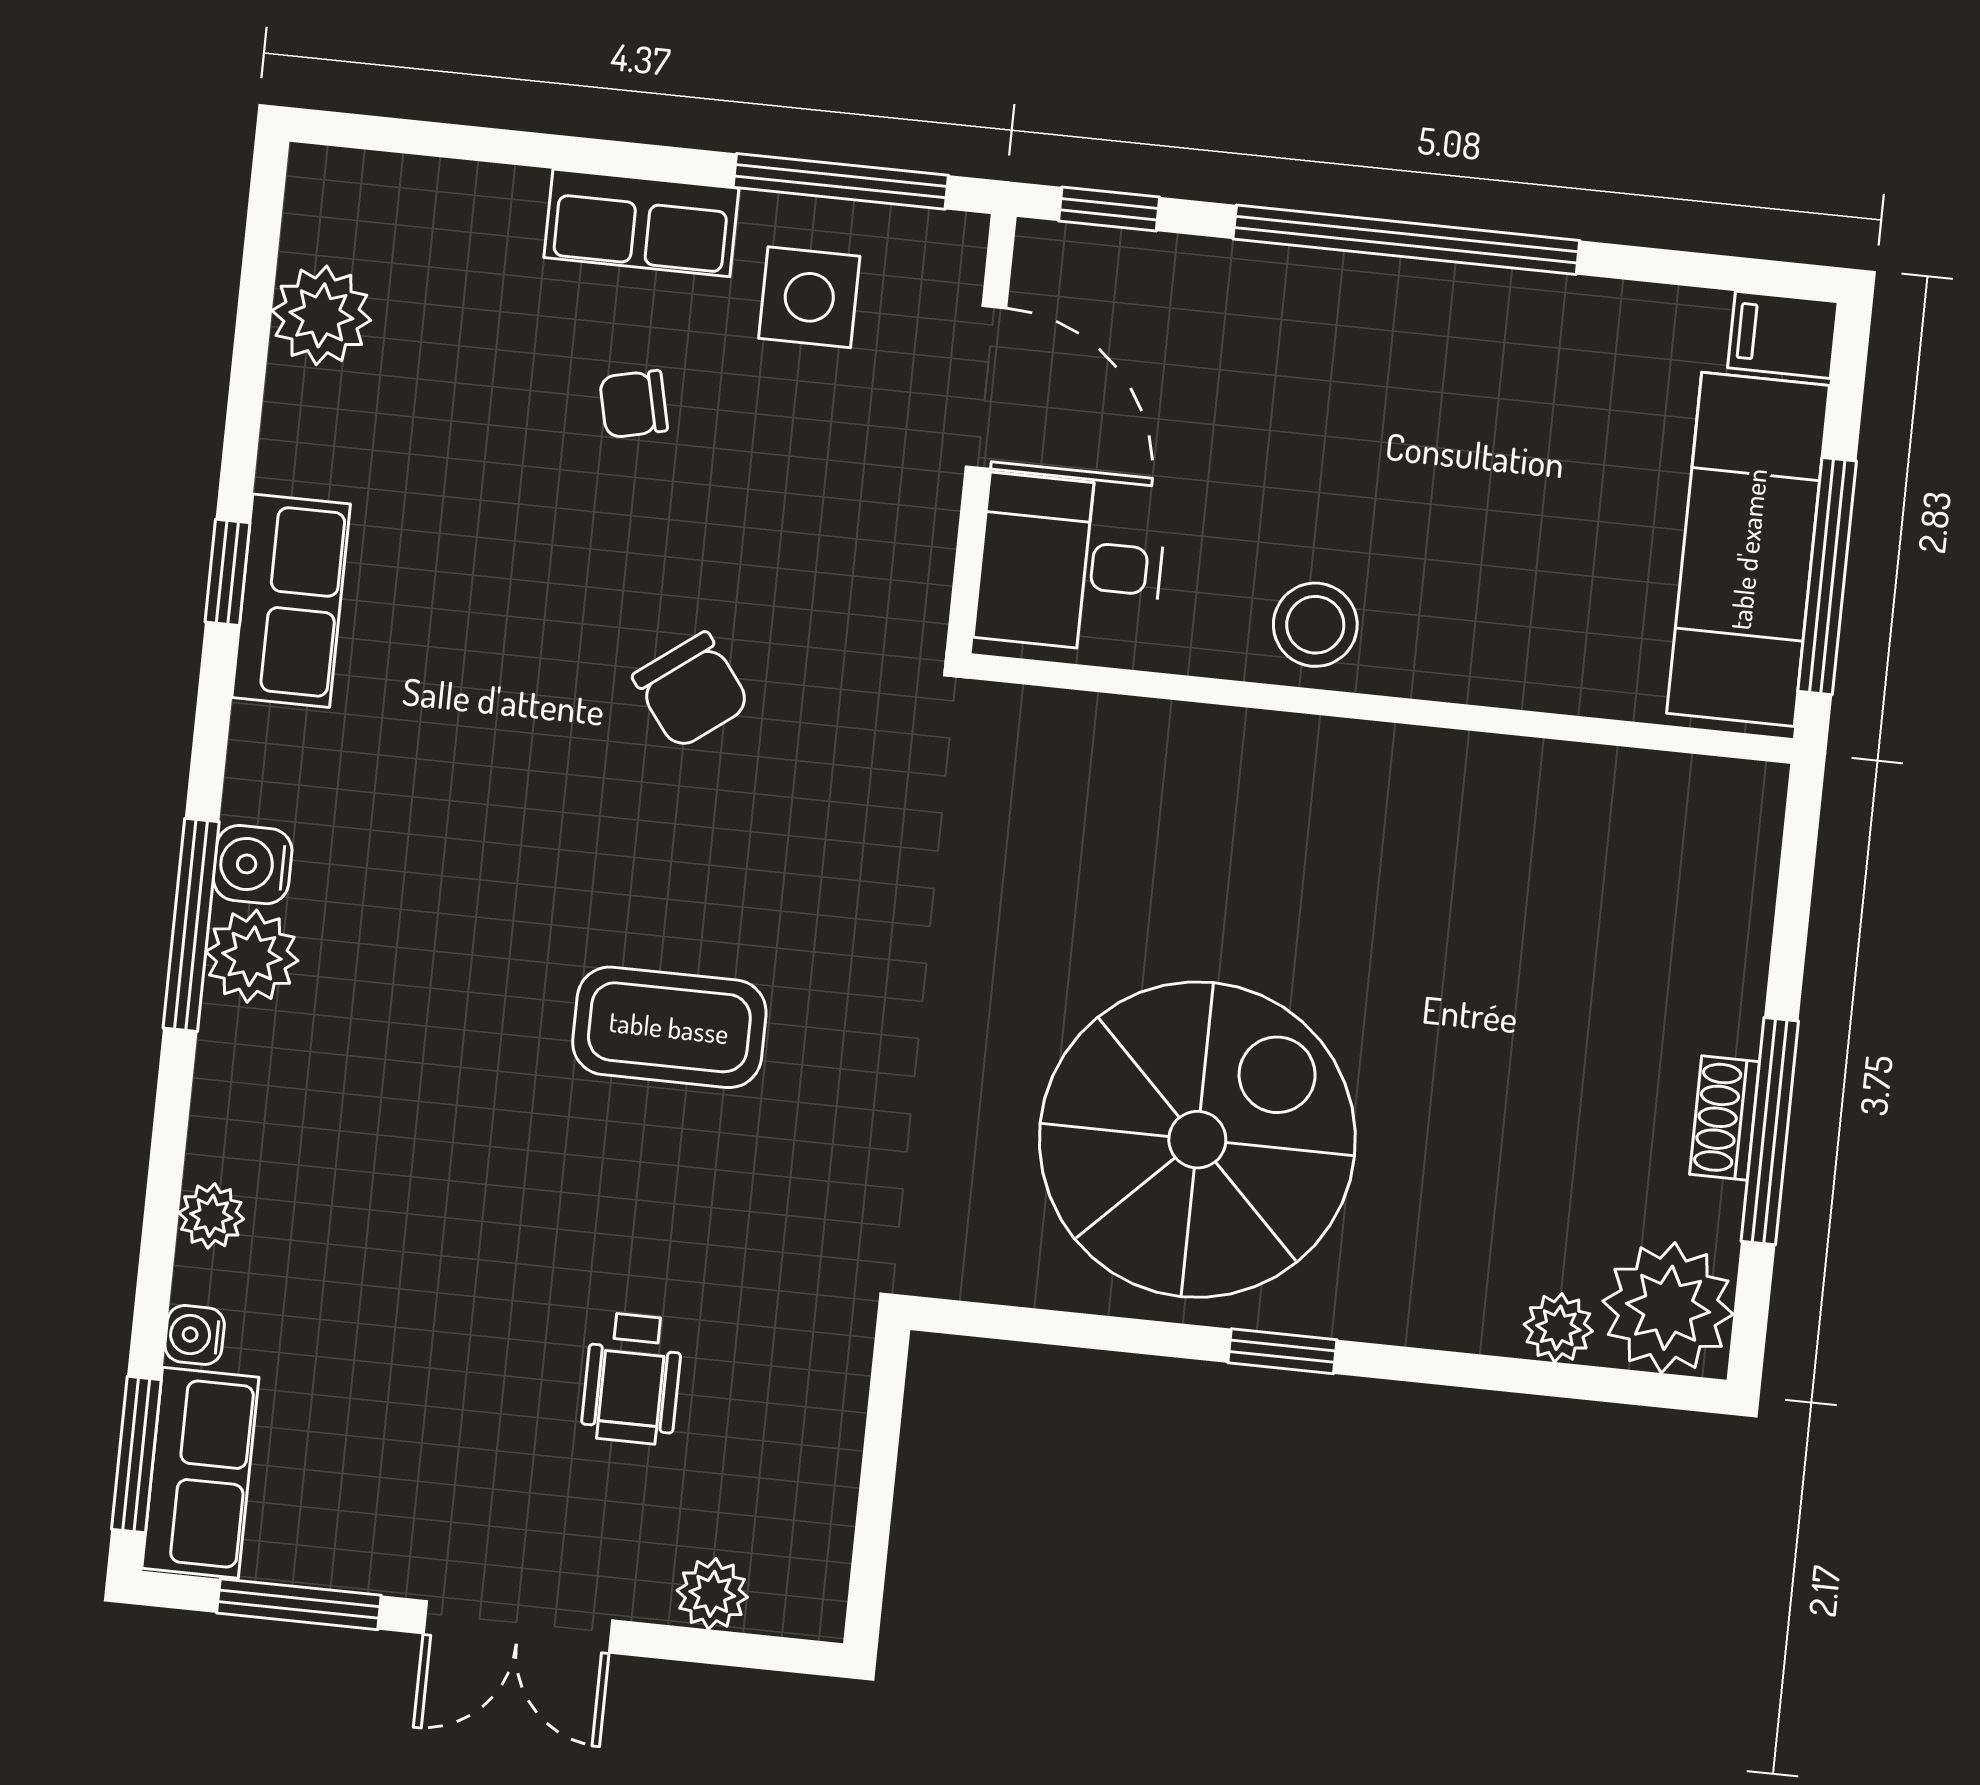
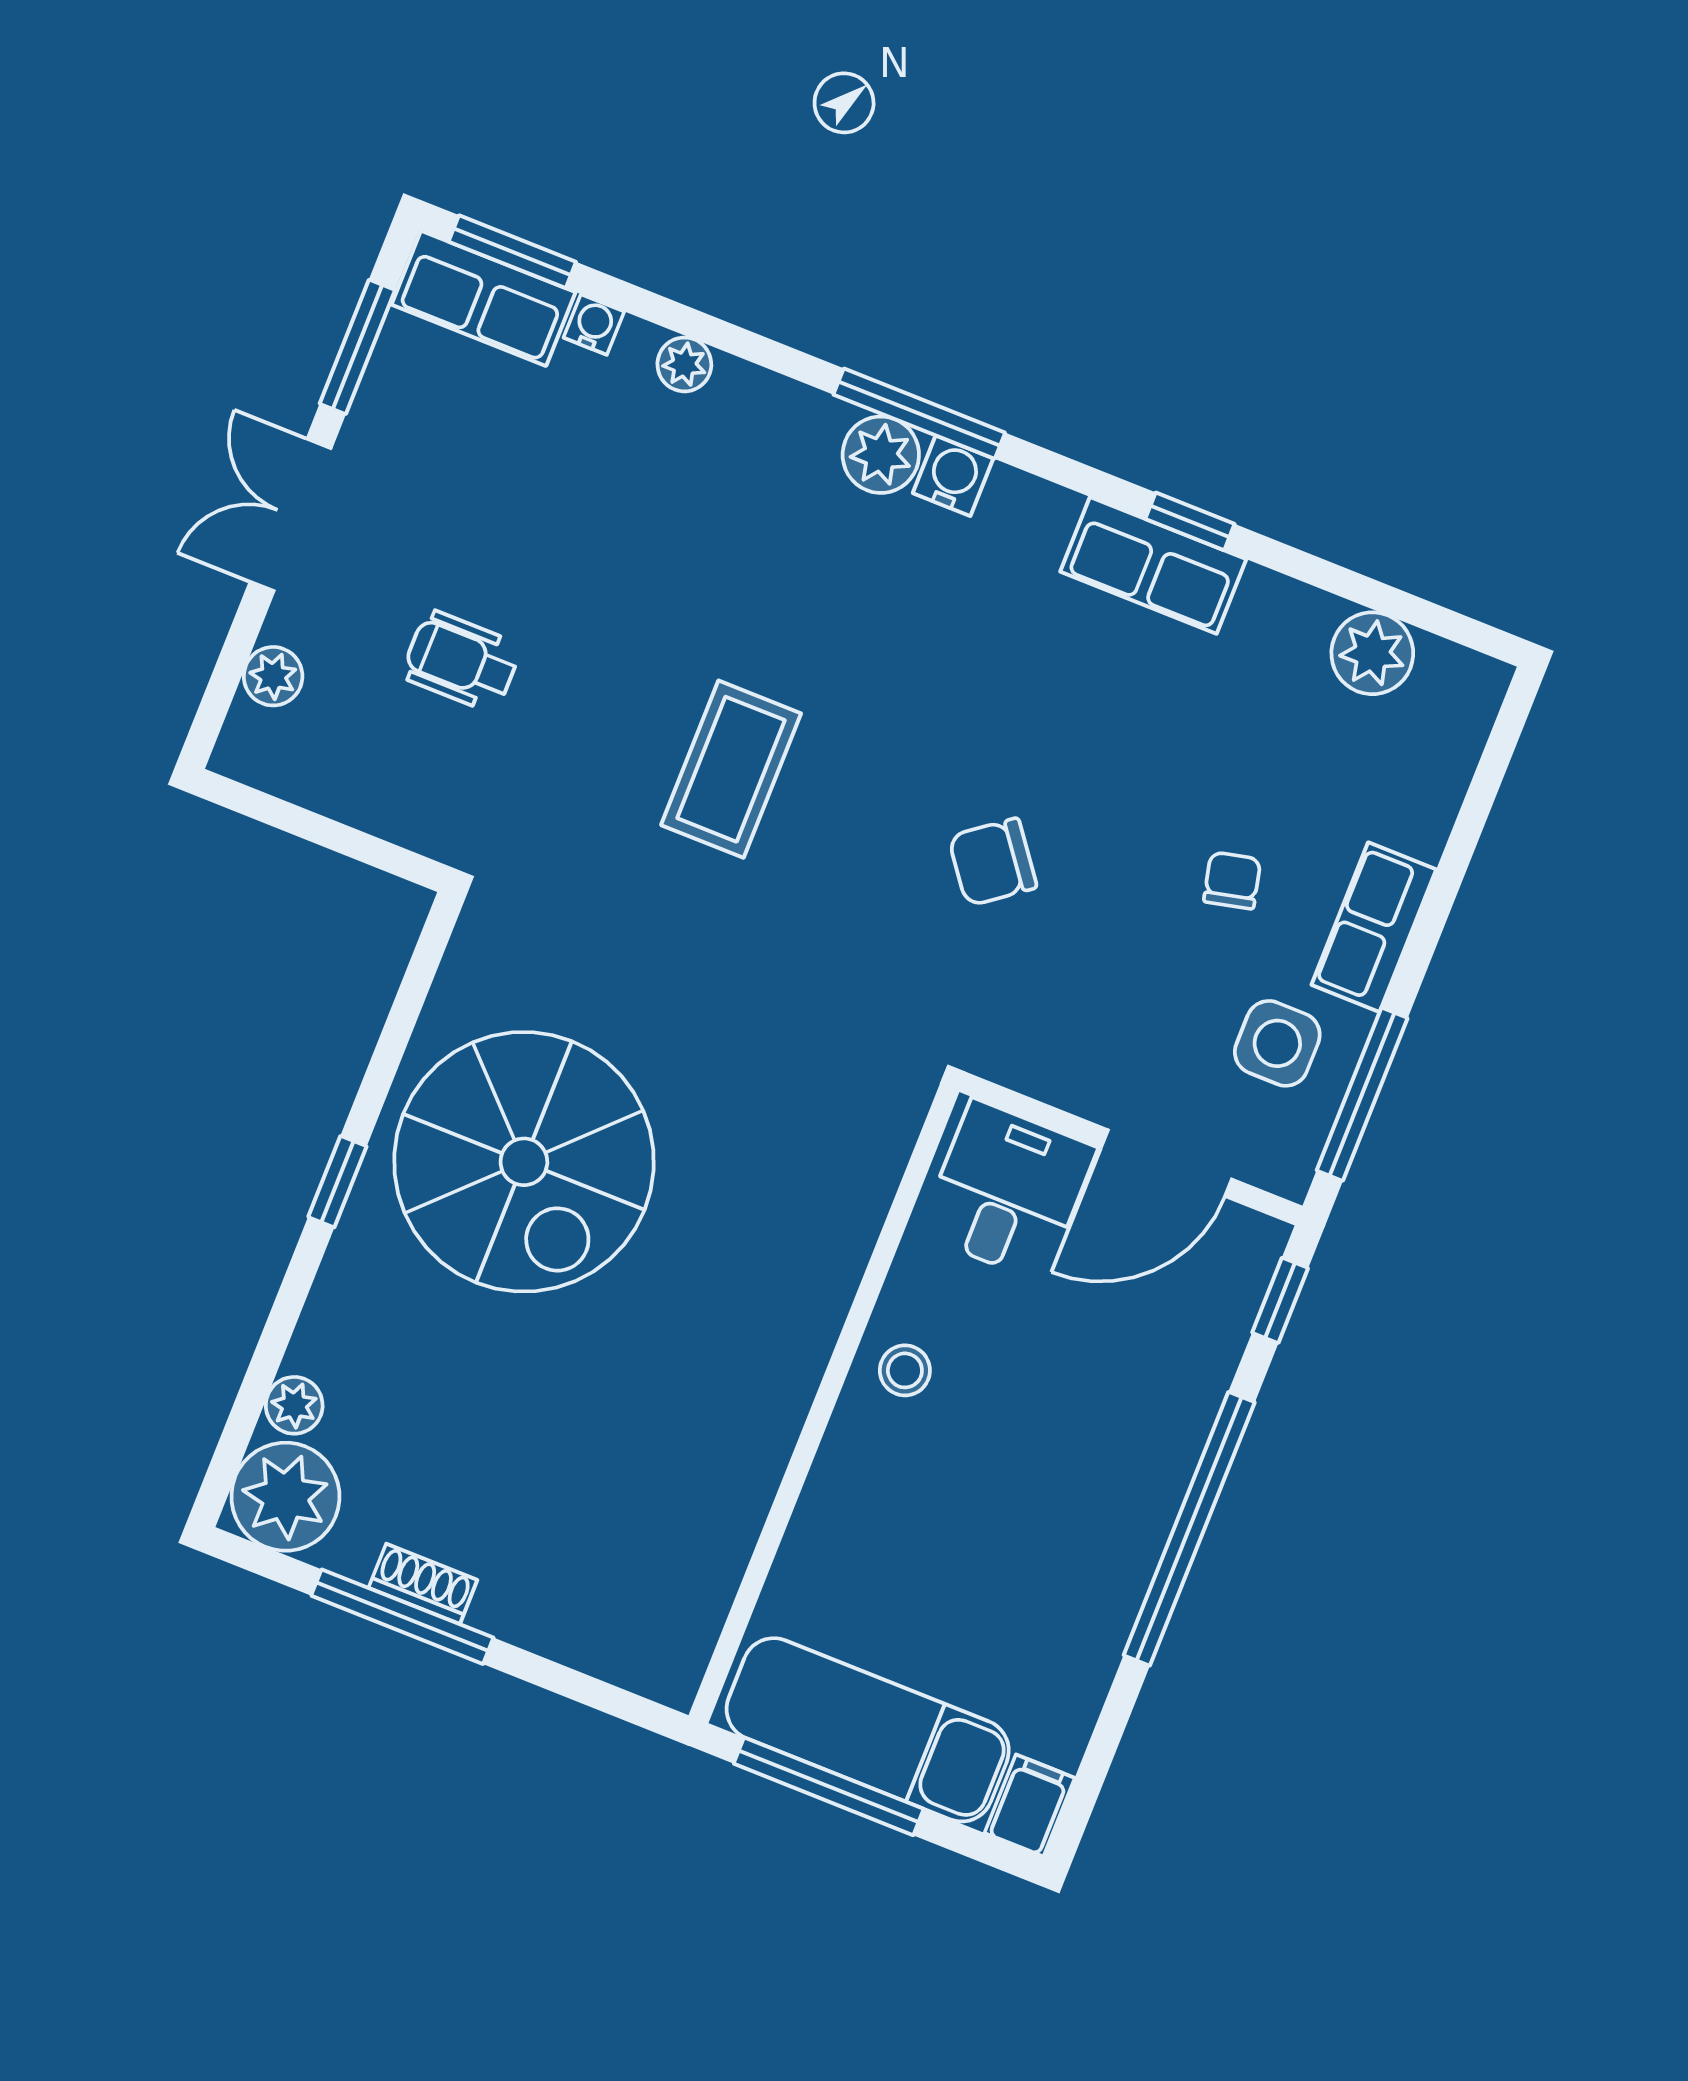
stool: (1315, 625) -> (905, 1370), width x0.73, depth x0.73

